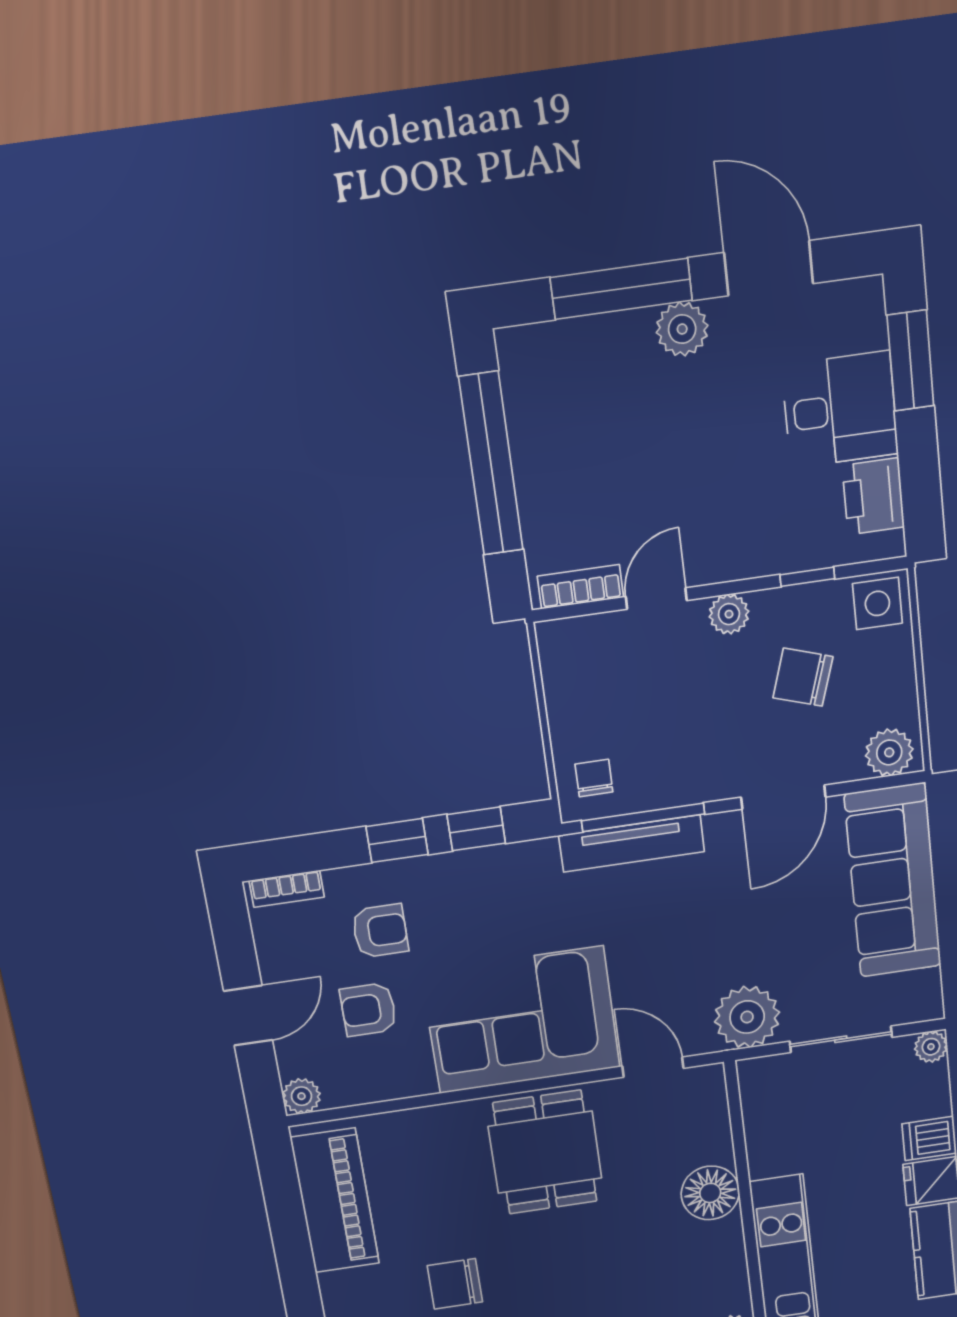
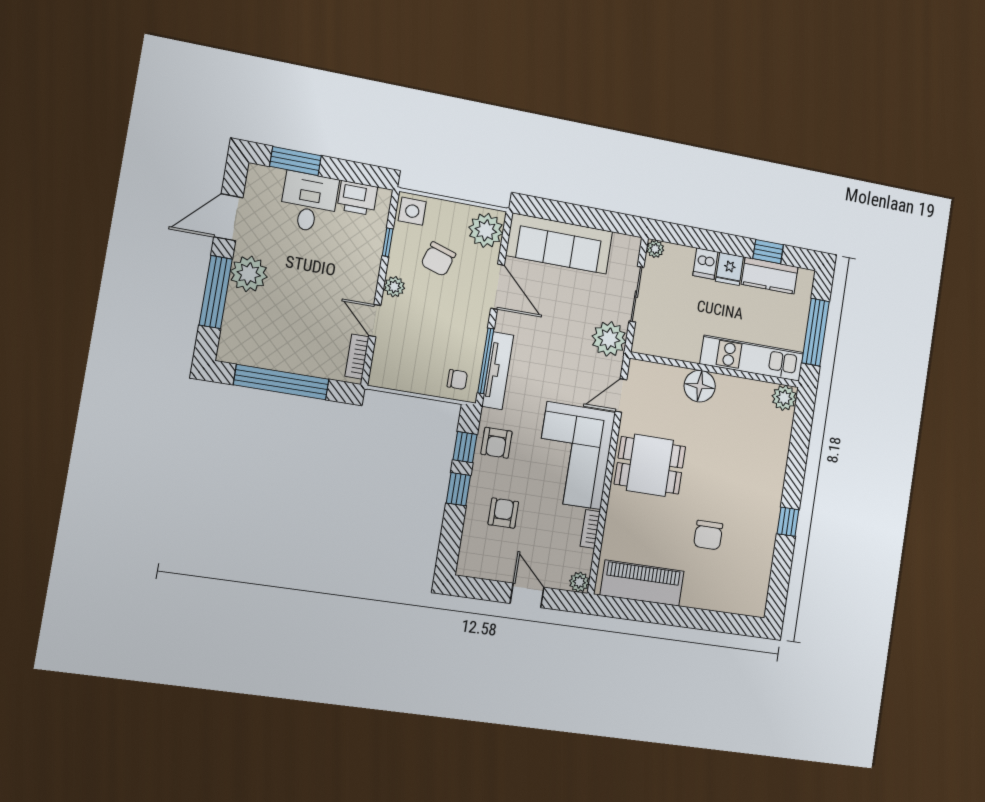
plant: (682, 329) -> (249, 274), width x1.36, depth x1.36
plant: (889, 752) -> (486, 230), width x1.36, depth x1.36
chair: (594, 778) -> (457, 379), turned 180
bookcase: (287, 889) -> (590, 529), moved, turned 180
armchair: (368, 1010) -> (496, 443), moved

